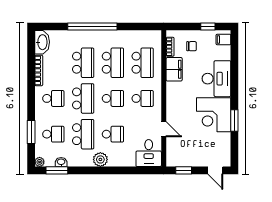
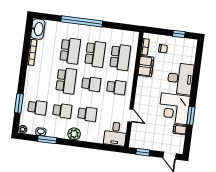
filing cabinet: (223, 39) -> (180, 130), moved
school desk: (53, 98) -> (41, 78), removed
school desk: (83, 134) -> (62, 111), width x0.54
window: (57, 170) -> (47, 140), moved

